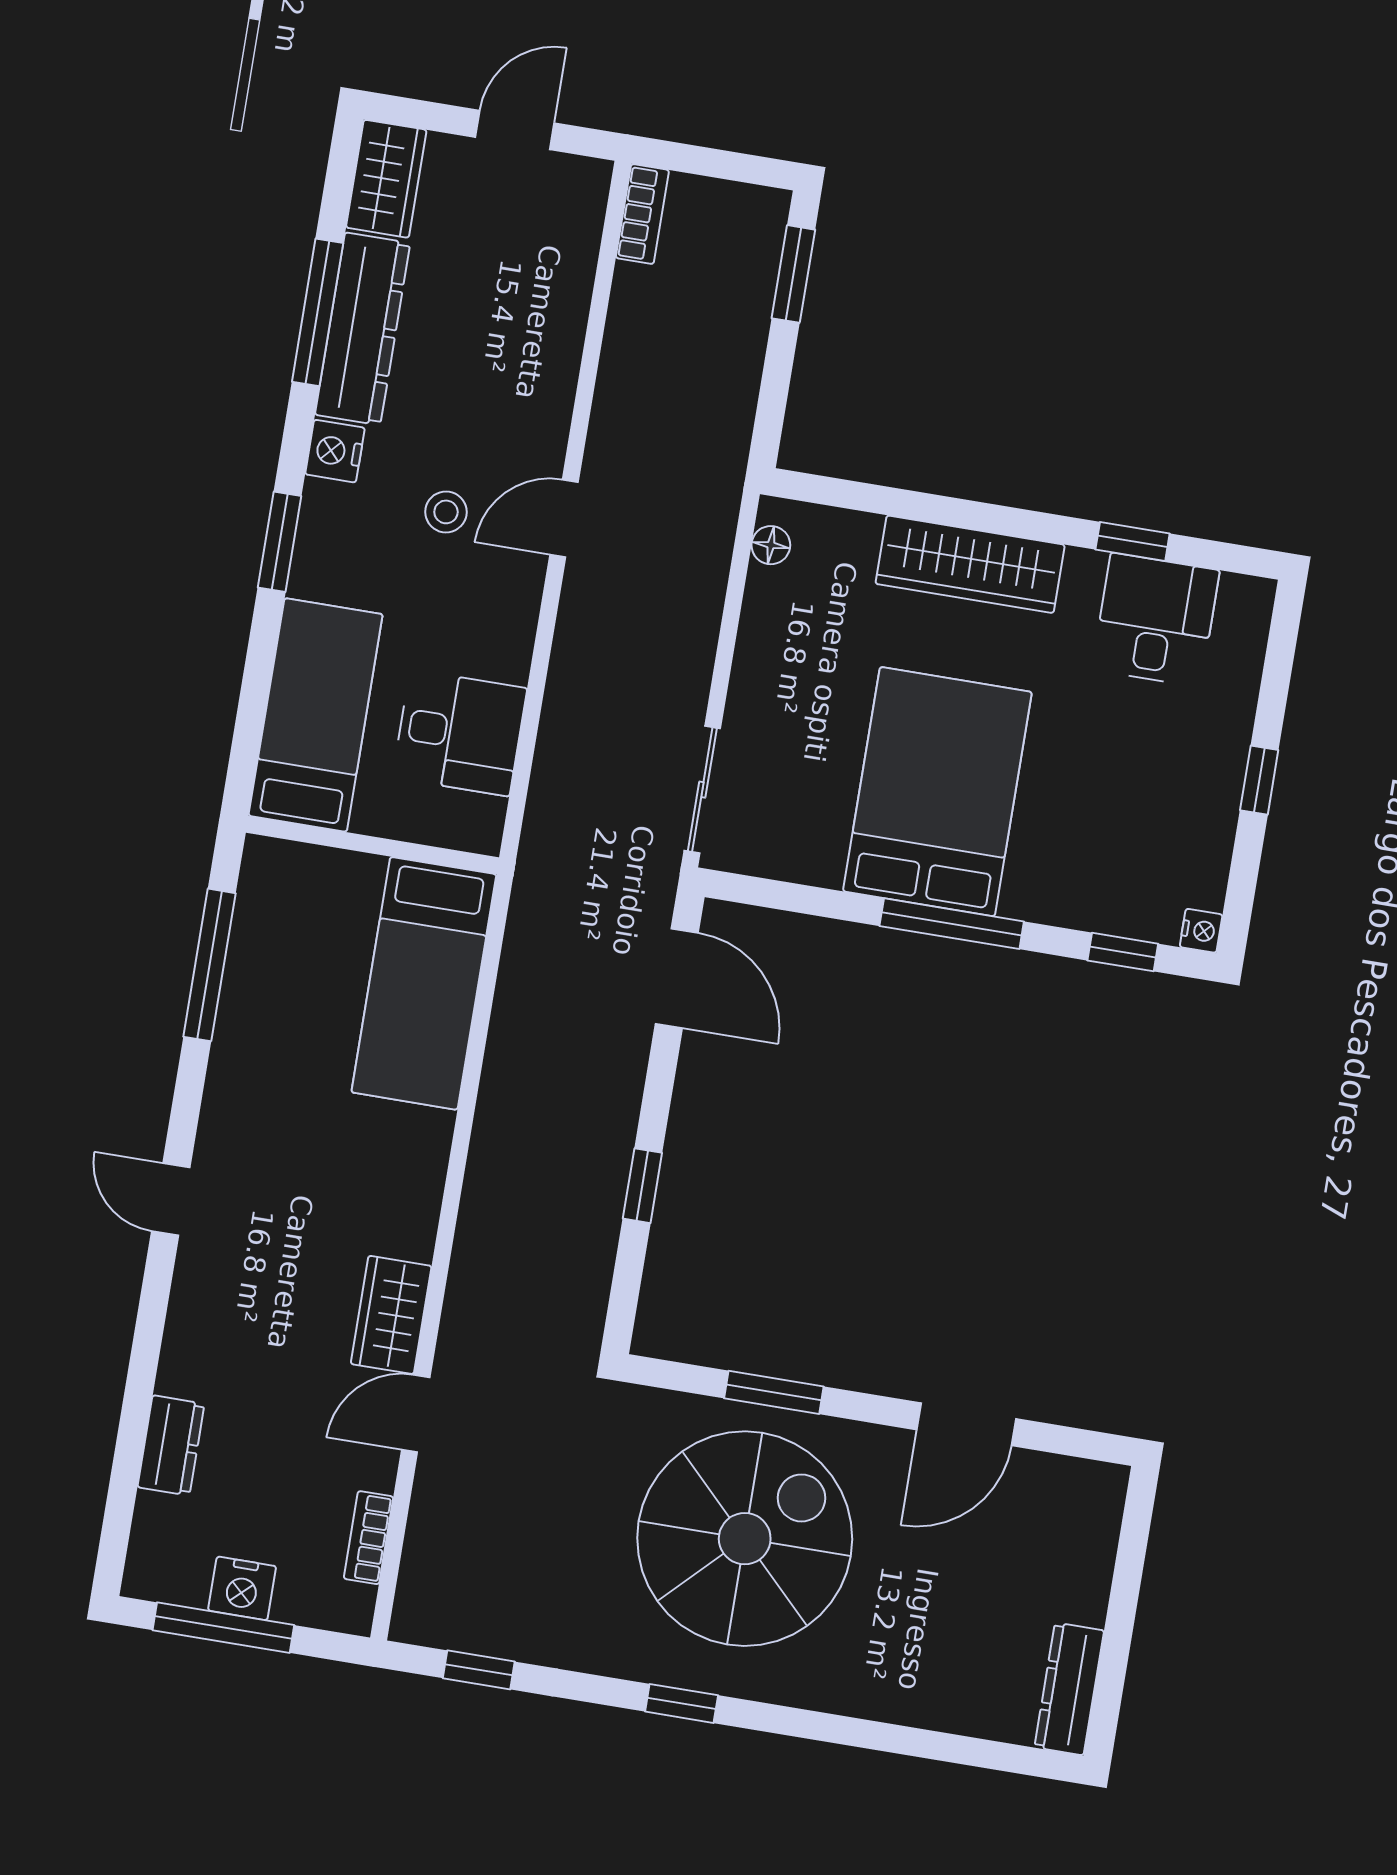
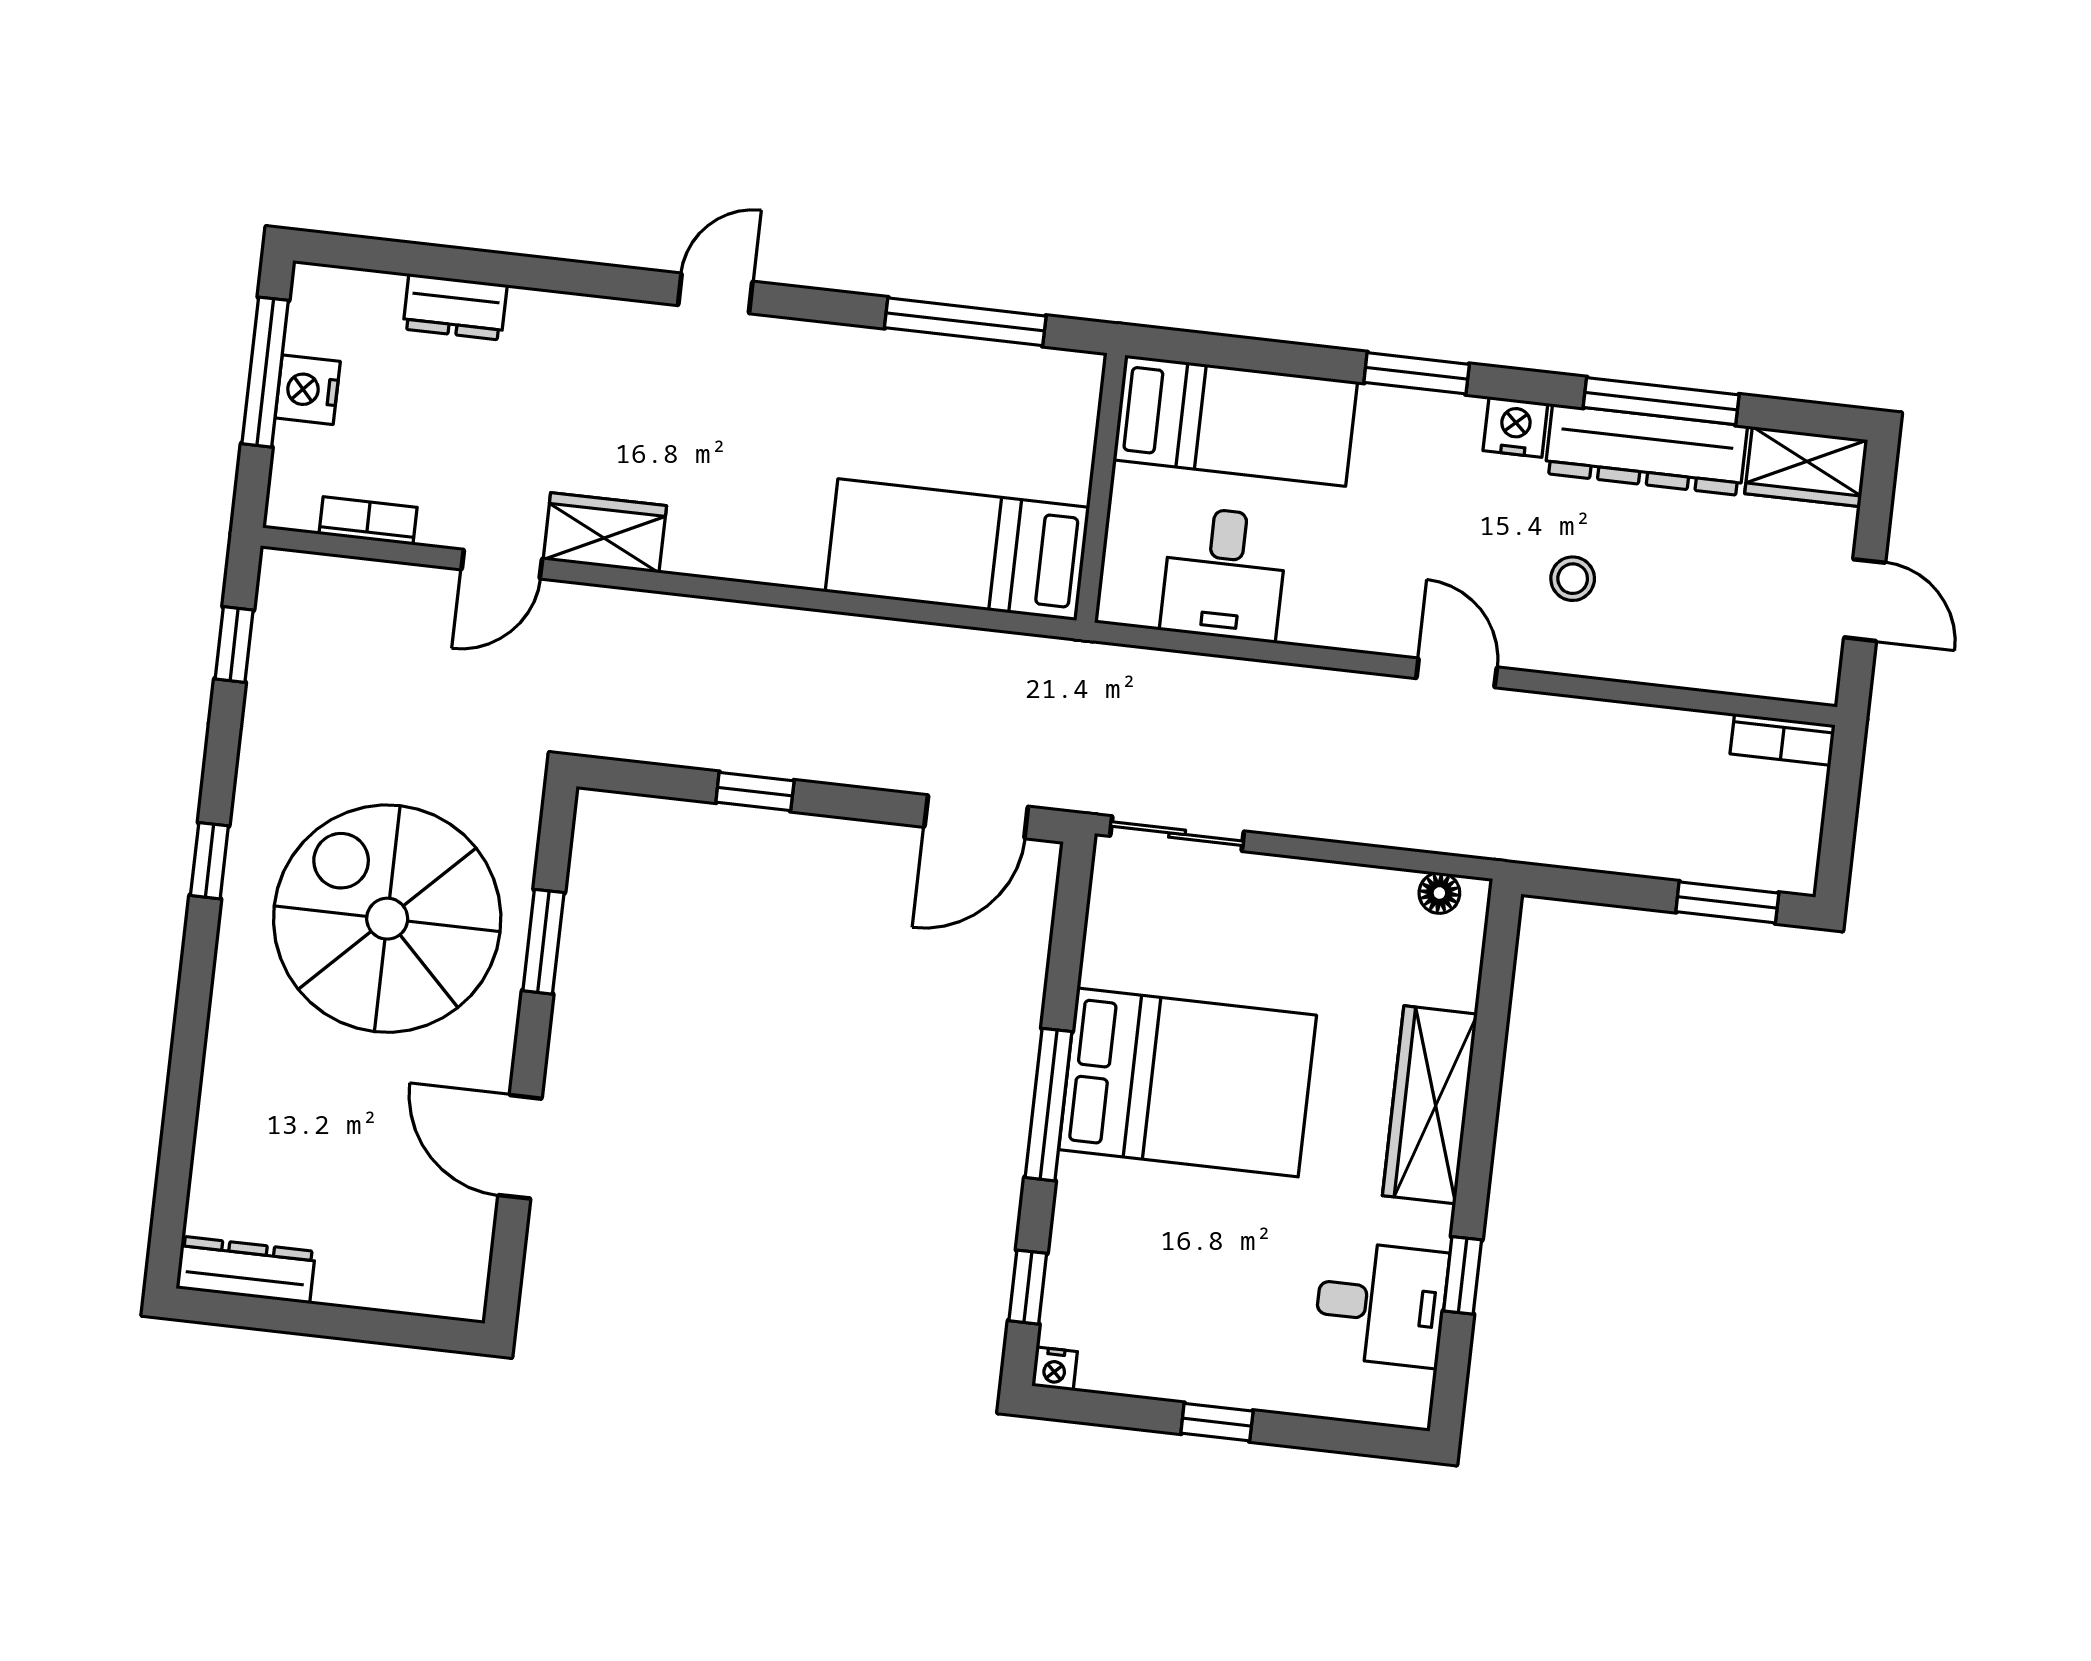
stool: (446, 512) -> (1573, 579), moved
door: (416, 1414) -> (502, 564), swing flipped
spiral stairs: (745, 1539) -> (387, 919), turned 180

